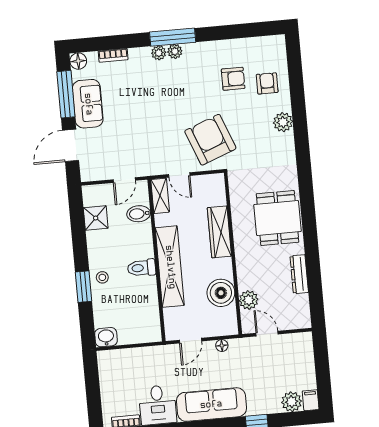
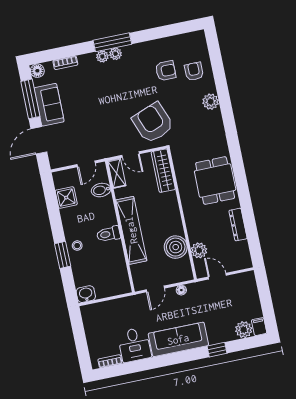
wardrobe: (219, 232) -> (163, 171), moved

